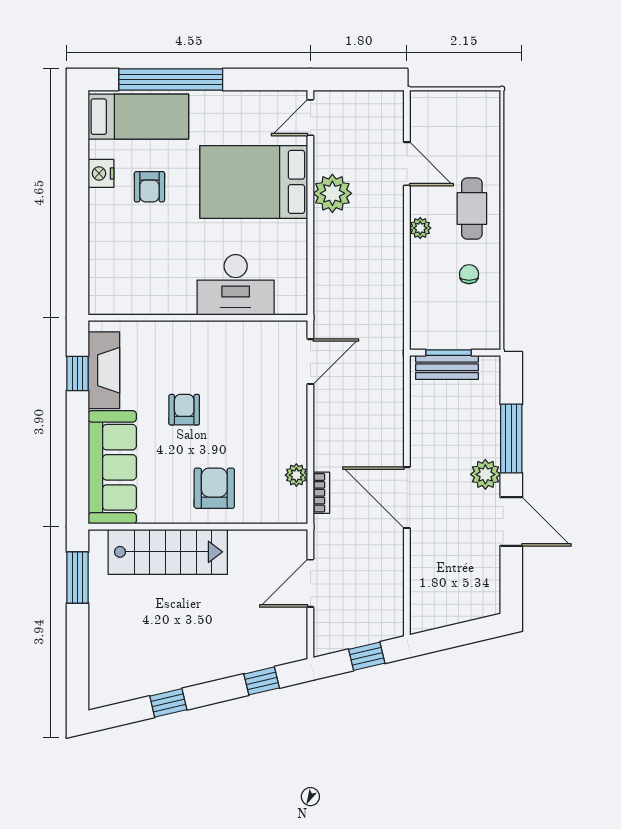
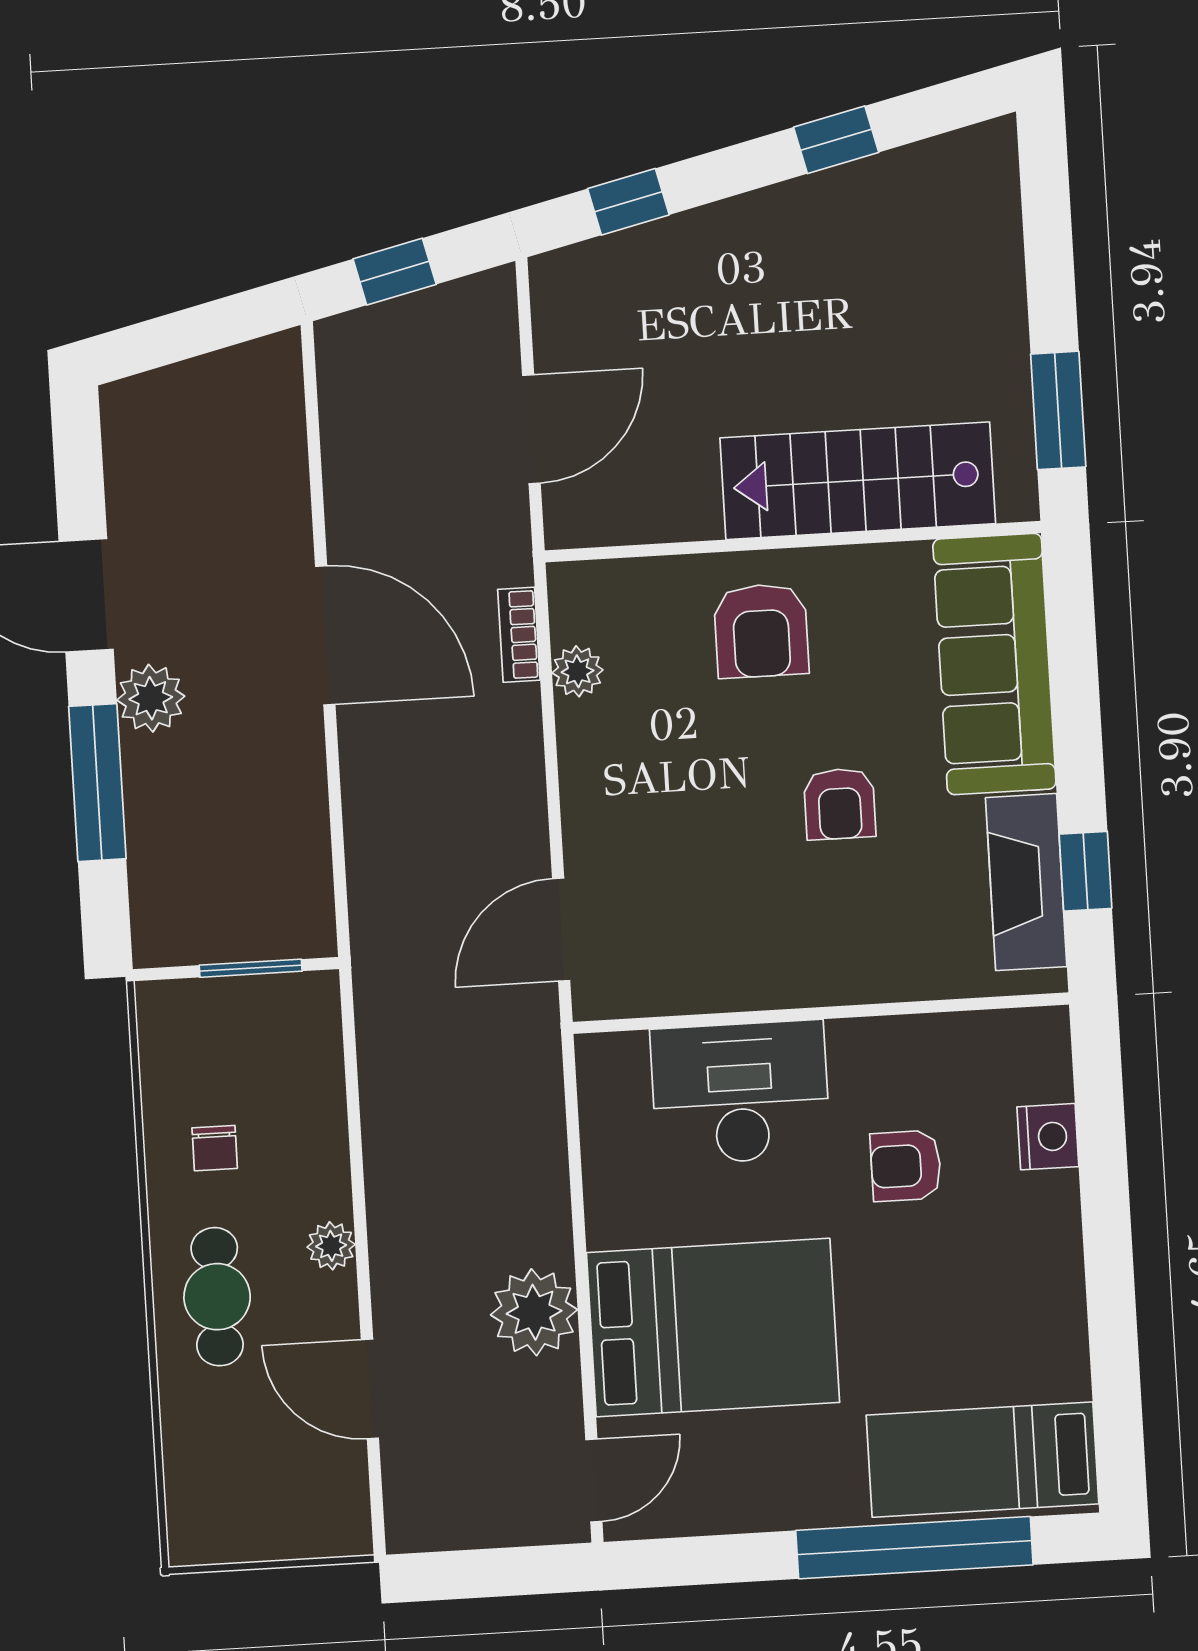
nightstand: (101, 173) -> (1048, 1137), moved
armchair: (149, 187) -> (906, 1166), moved, turned -90
bench: (447, 367) -> (252, 935), removed

